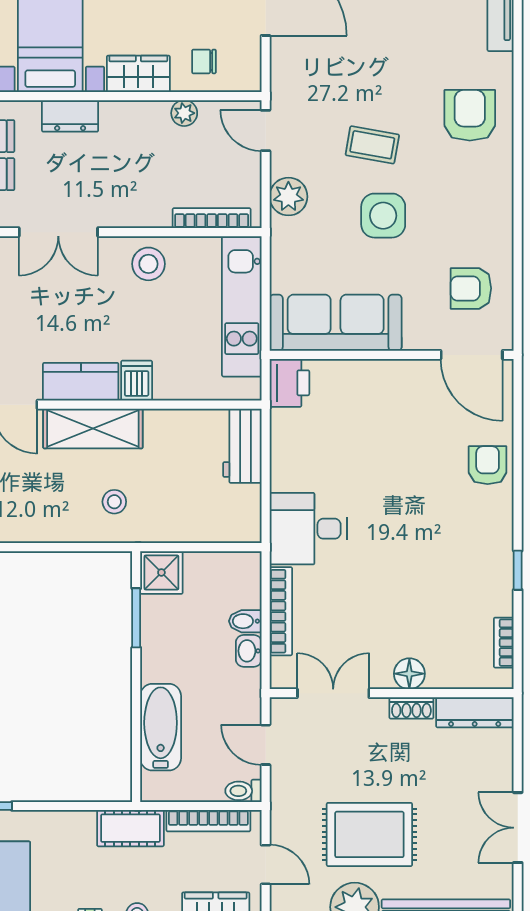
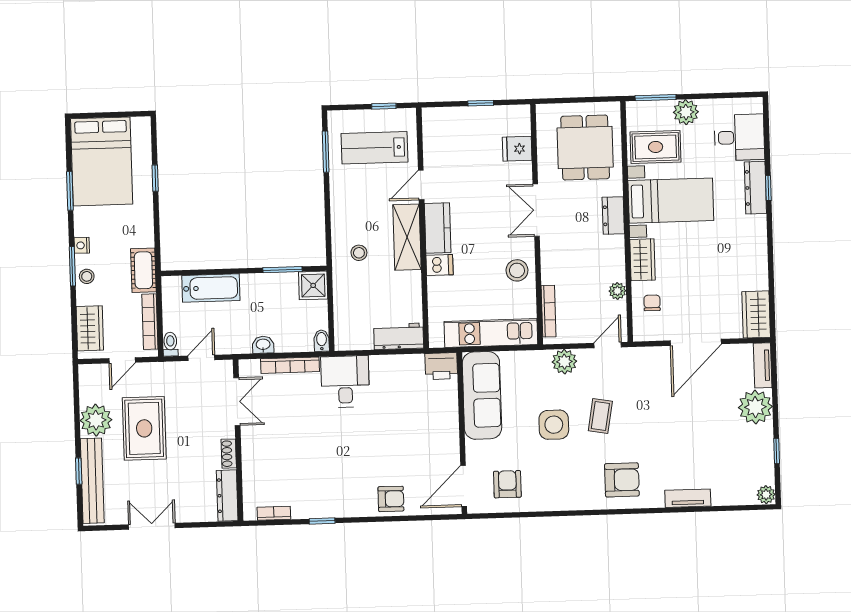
bidet: (245, 621) -> (322, 341), moved
floor lamp: (409, 674) -> (251, 451), removed

